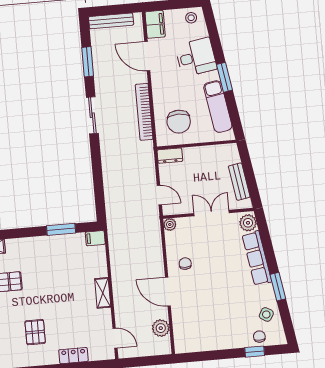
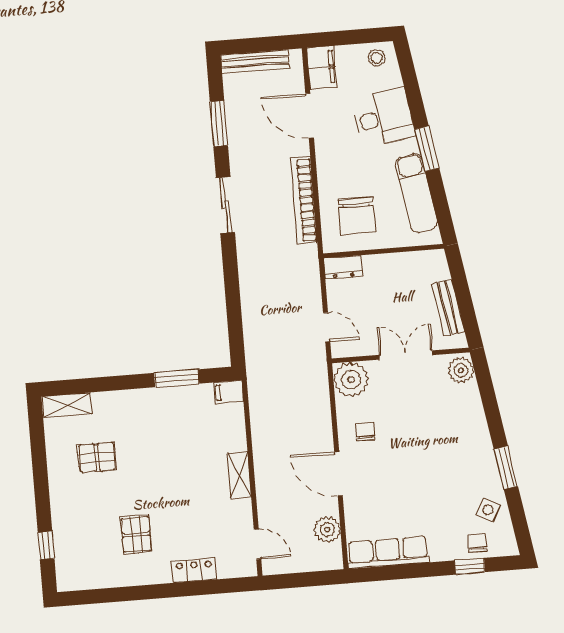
plant: (170, 225) -> (351, 380), width x1.88, depth x1.88
row of seats: (257, 258) -> (388, 552), moved, turned 99

